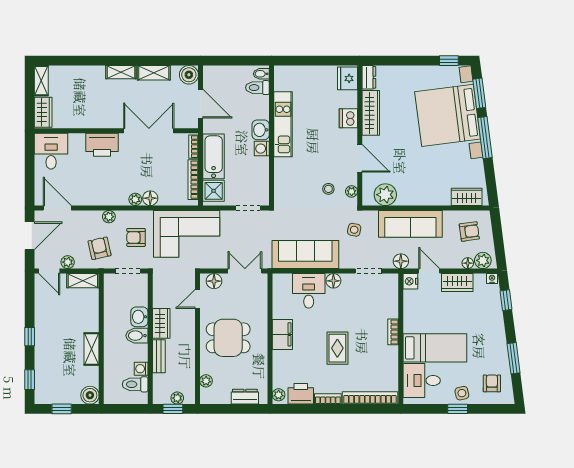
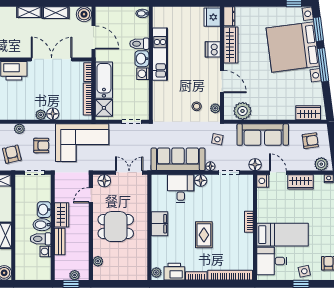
toilet: (257, 88) -> (139, 44), moved
armchair: (136, 237) -> (41, 145), turned 180
floor lamp: (468, 263) -> (210, 166), moved
toilet: (135, 384) -> (41, 239), moved
dresser: (245, 397) -> (129, 274), removed

